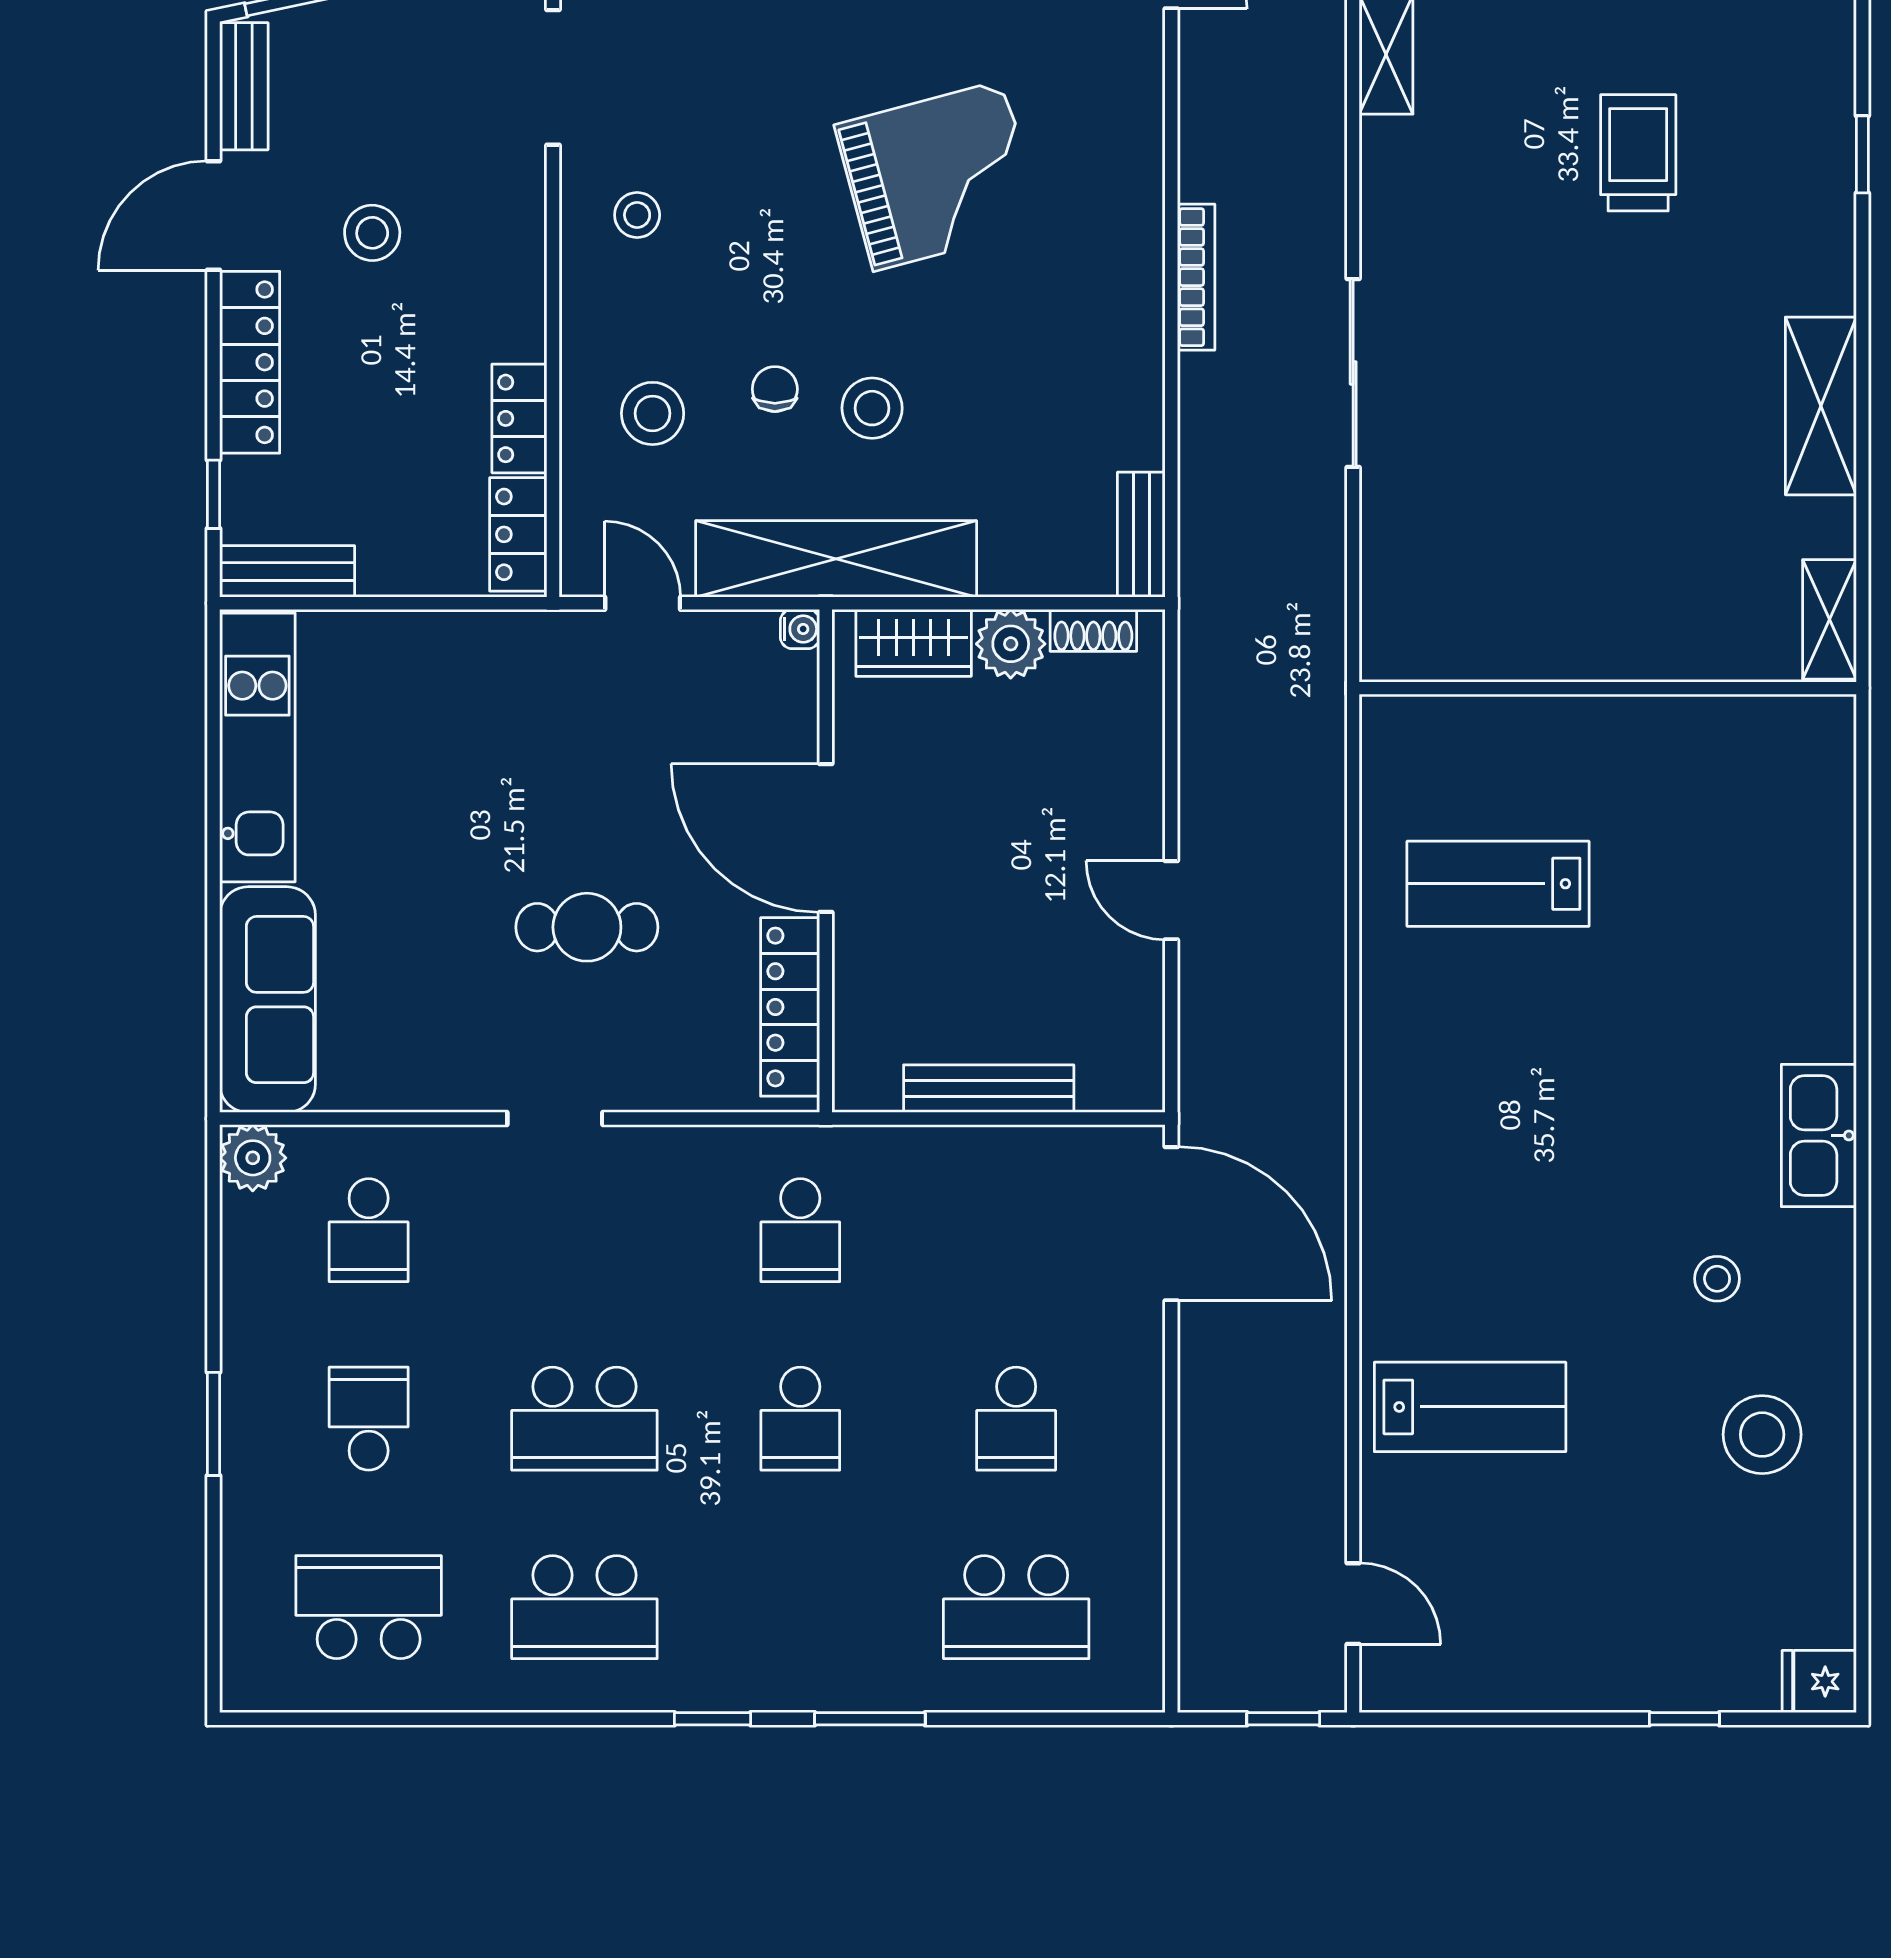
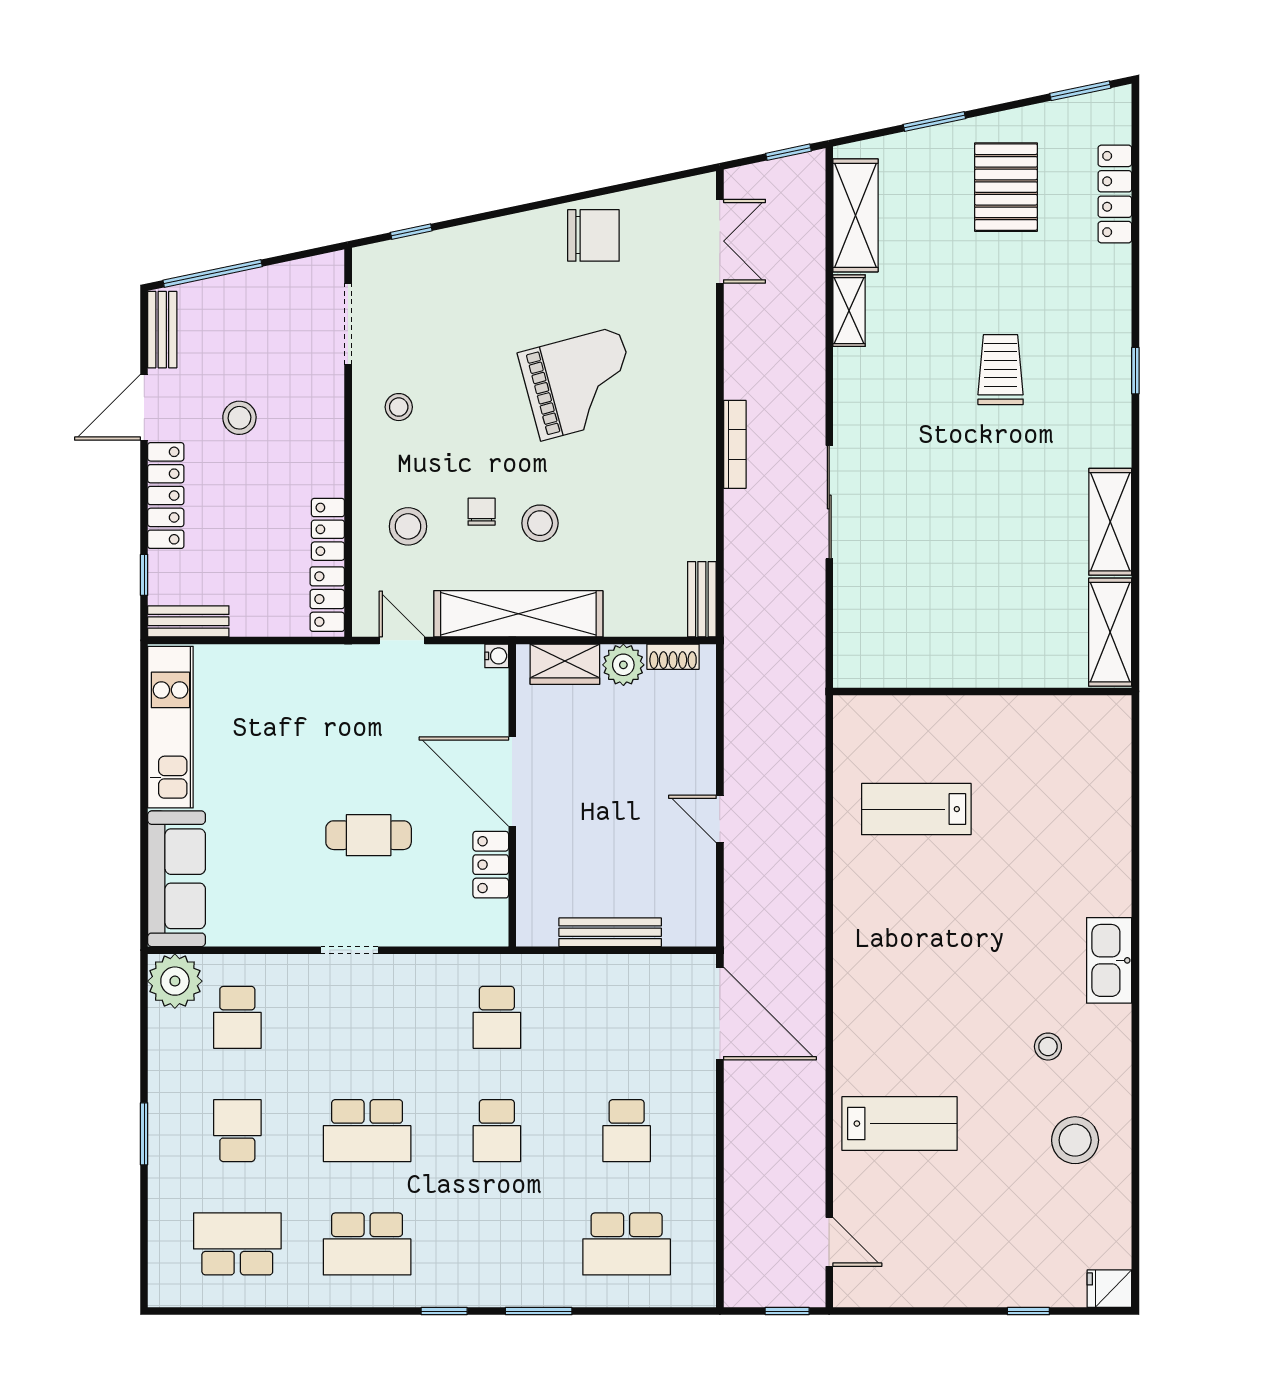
shelving: (1829, 619) -> (1110, 632), width x1.50, depth x1.33
locker: (790, 1007) -> (491, 865), width x0.66
plant: (253, 1158) -> (175, 981), width x1.36, depth x1.36

